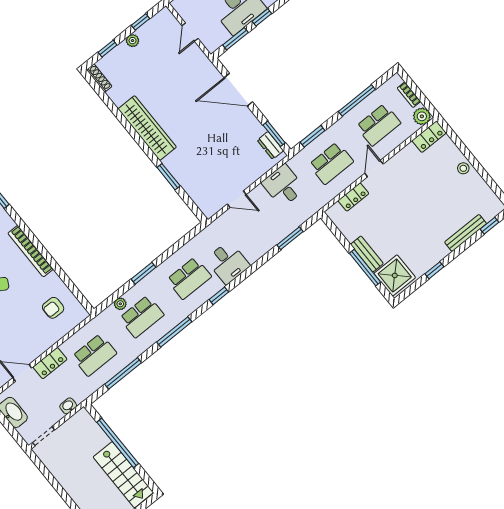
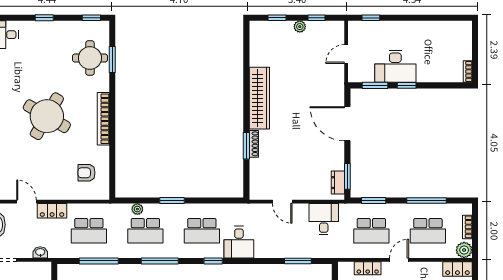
shoe rack: (99, 78) -> (254, 144), moved

